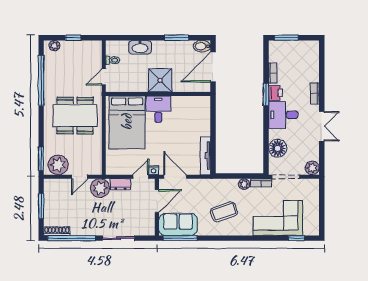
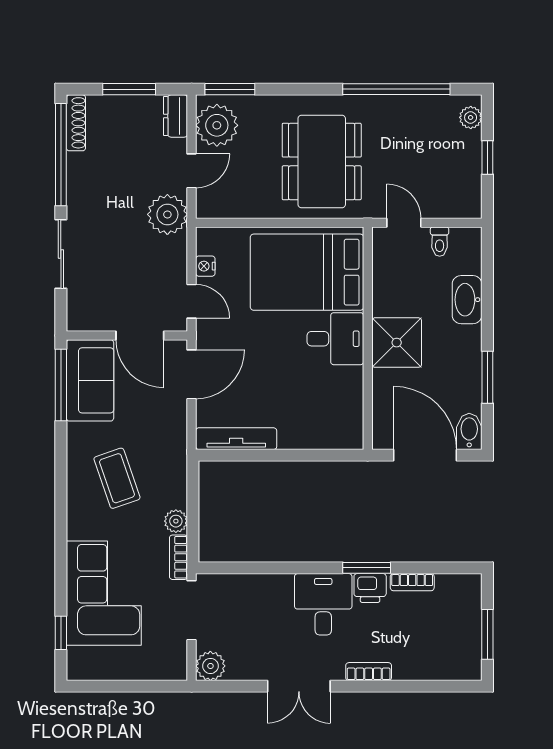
window: (286, 38) -> (487, 634), moved
floor lamp: (278, 148) -> (252, 593), removed
nightstand: (154, 170) -> (205, 266), moved
door: (79, 177) -> (192, 171), swing flipped
dresser: (120, 184) -> (175, 116), moved

